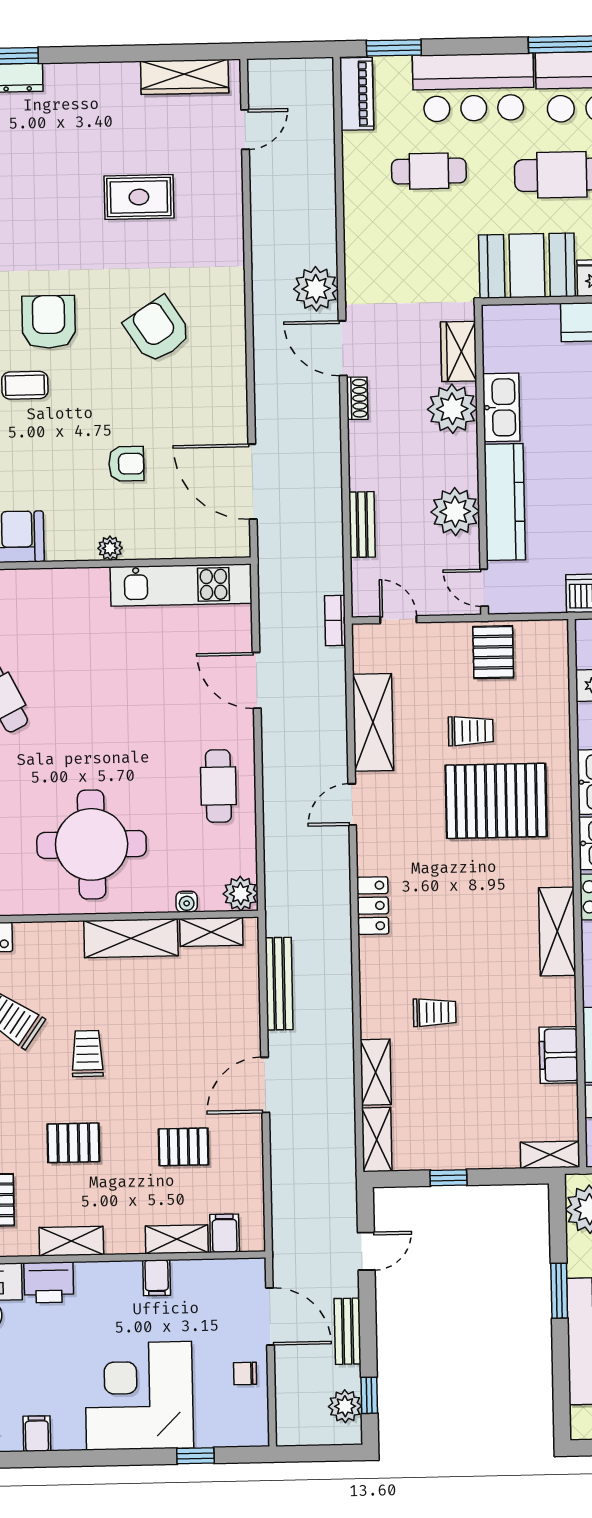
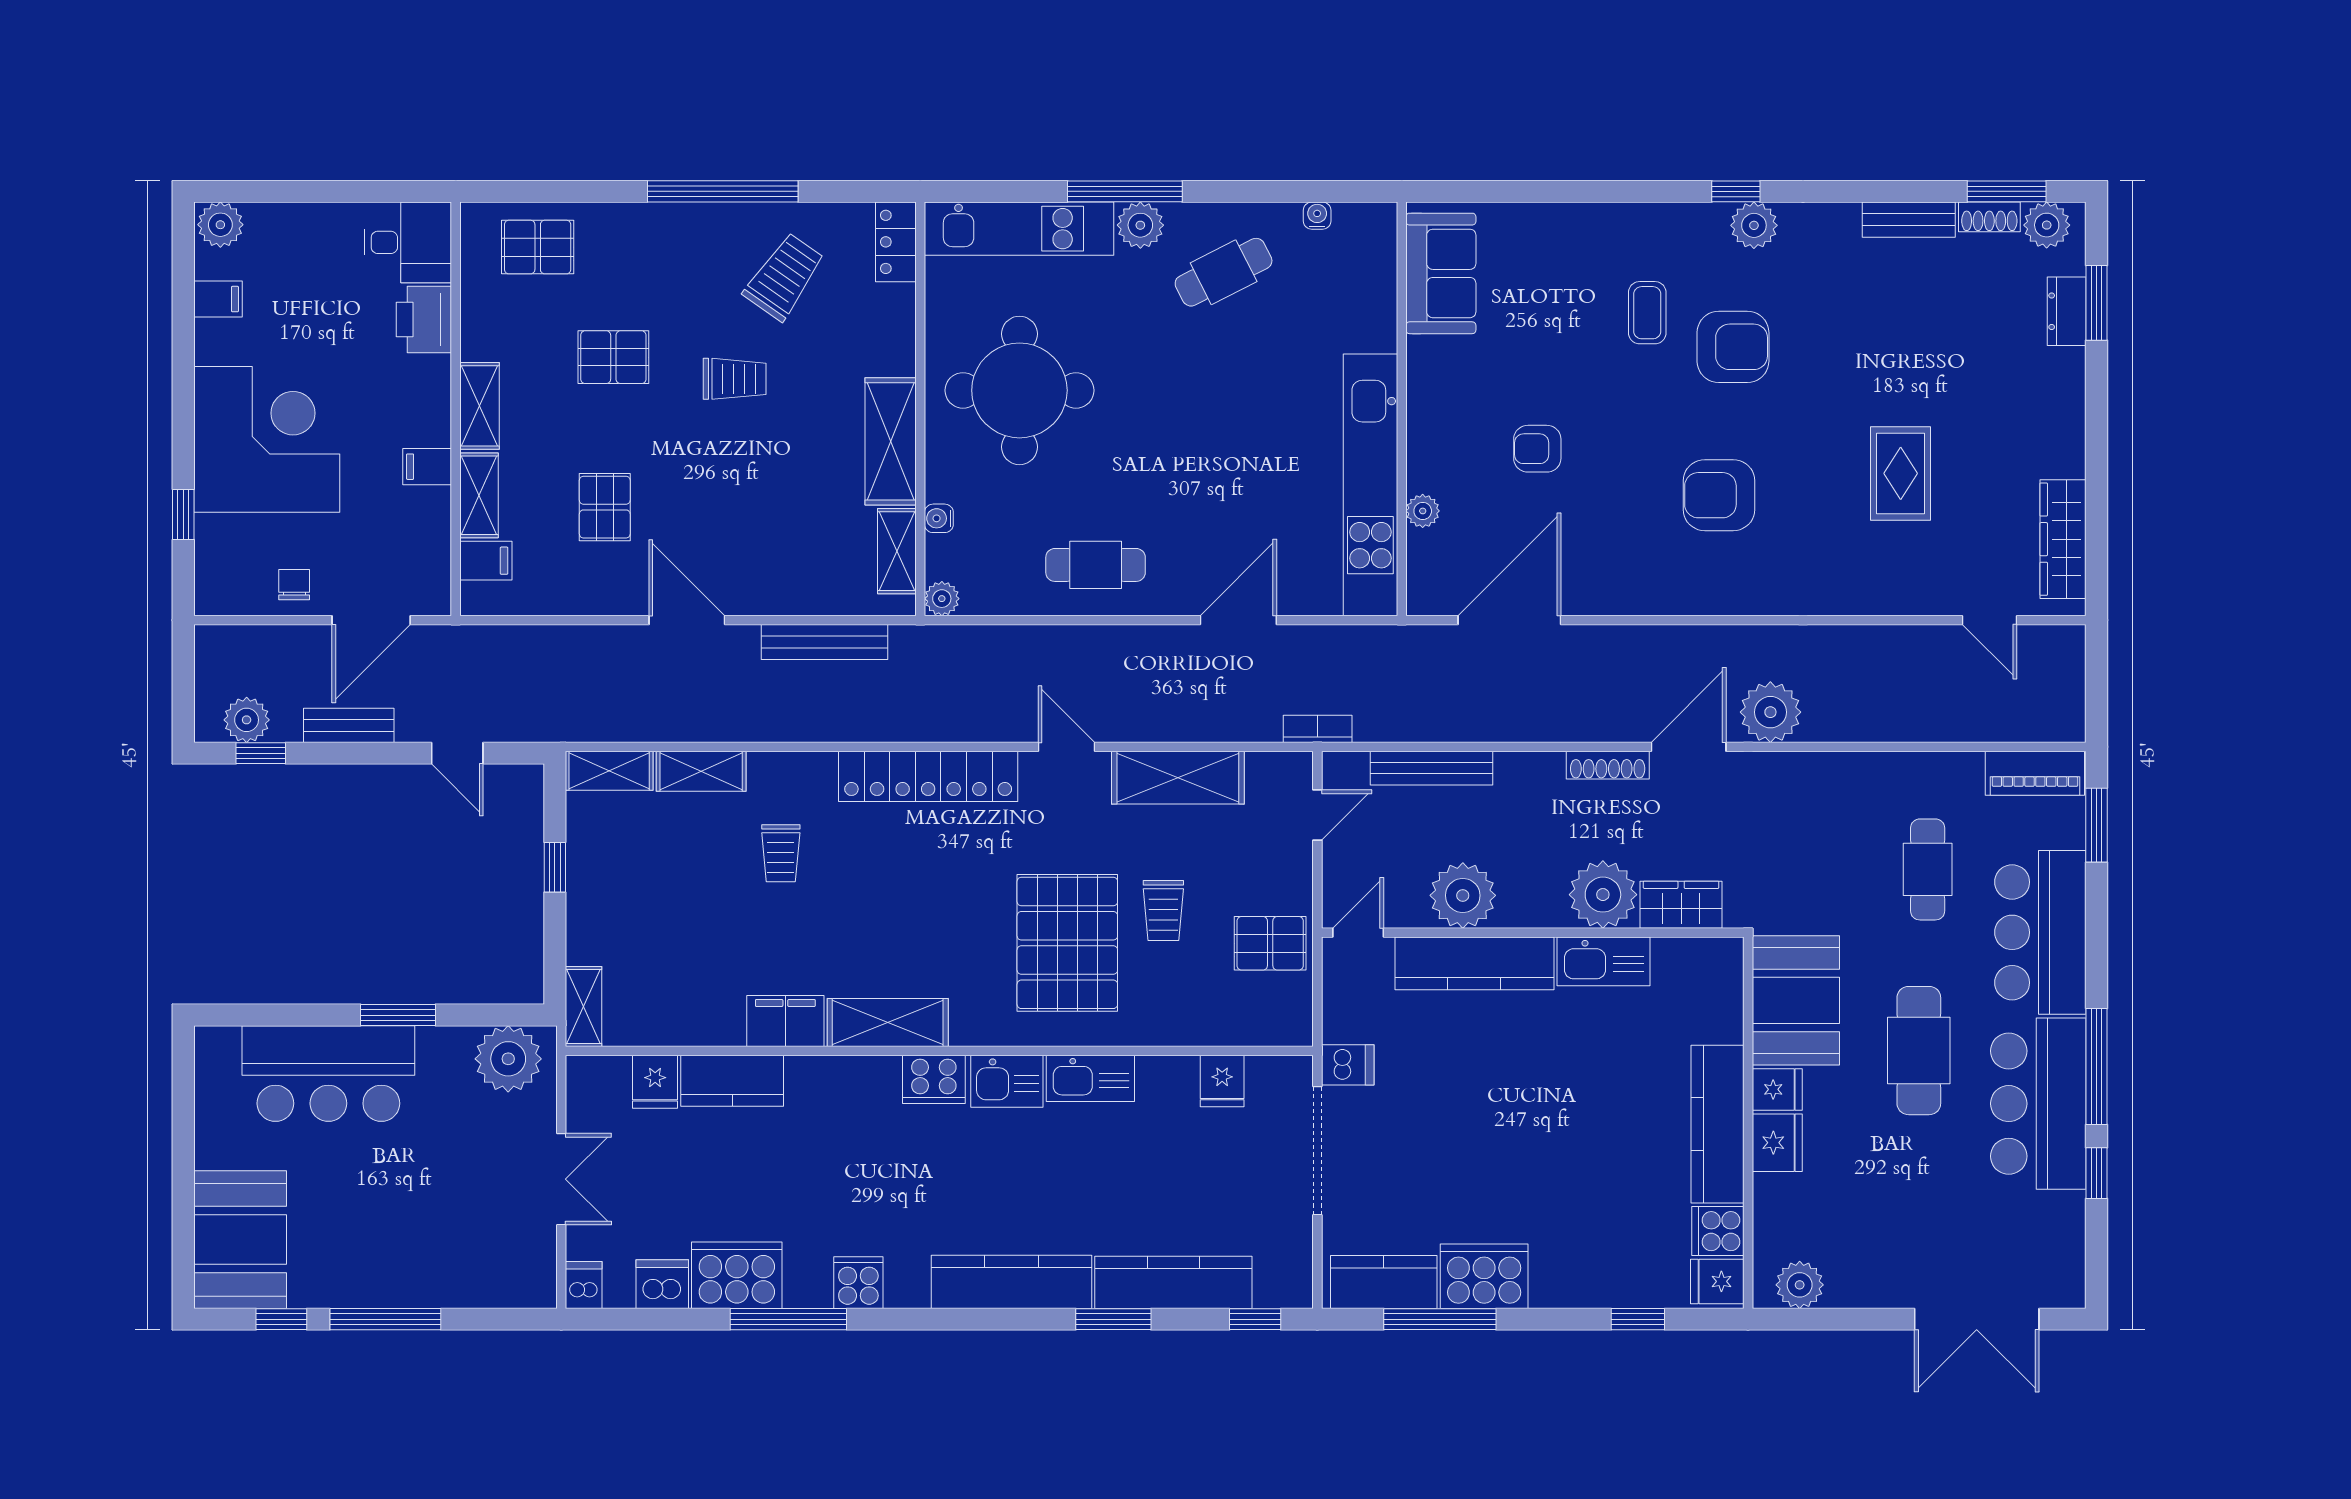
armchair: (158, 330) -> (1719, 495), turned -147
shoe rack: (357, 398) -> (1608, 765), width x1.43
armchair: (126, 464) -> (1537, 449), turned 90
bench: (362, 525) -> (1432, 768), width x1.36
plant: (110, 548) -> (1423, 511), moved
kitchen unit: (181, 585) -> (1370, 485), width x1.36
plant: (241, 894) -> (942, 599), width x0.73, depth x0.73
locker: (373, 906) -> (928, 776), width x2.16, depth x1.21
filing cabinet: (559, 1055) -> (785, 1021), moved
pallet: (73, 1143) -> (613, 357), turned 90
shelving: (71, 1241) -> (479, 406), moved

